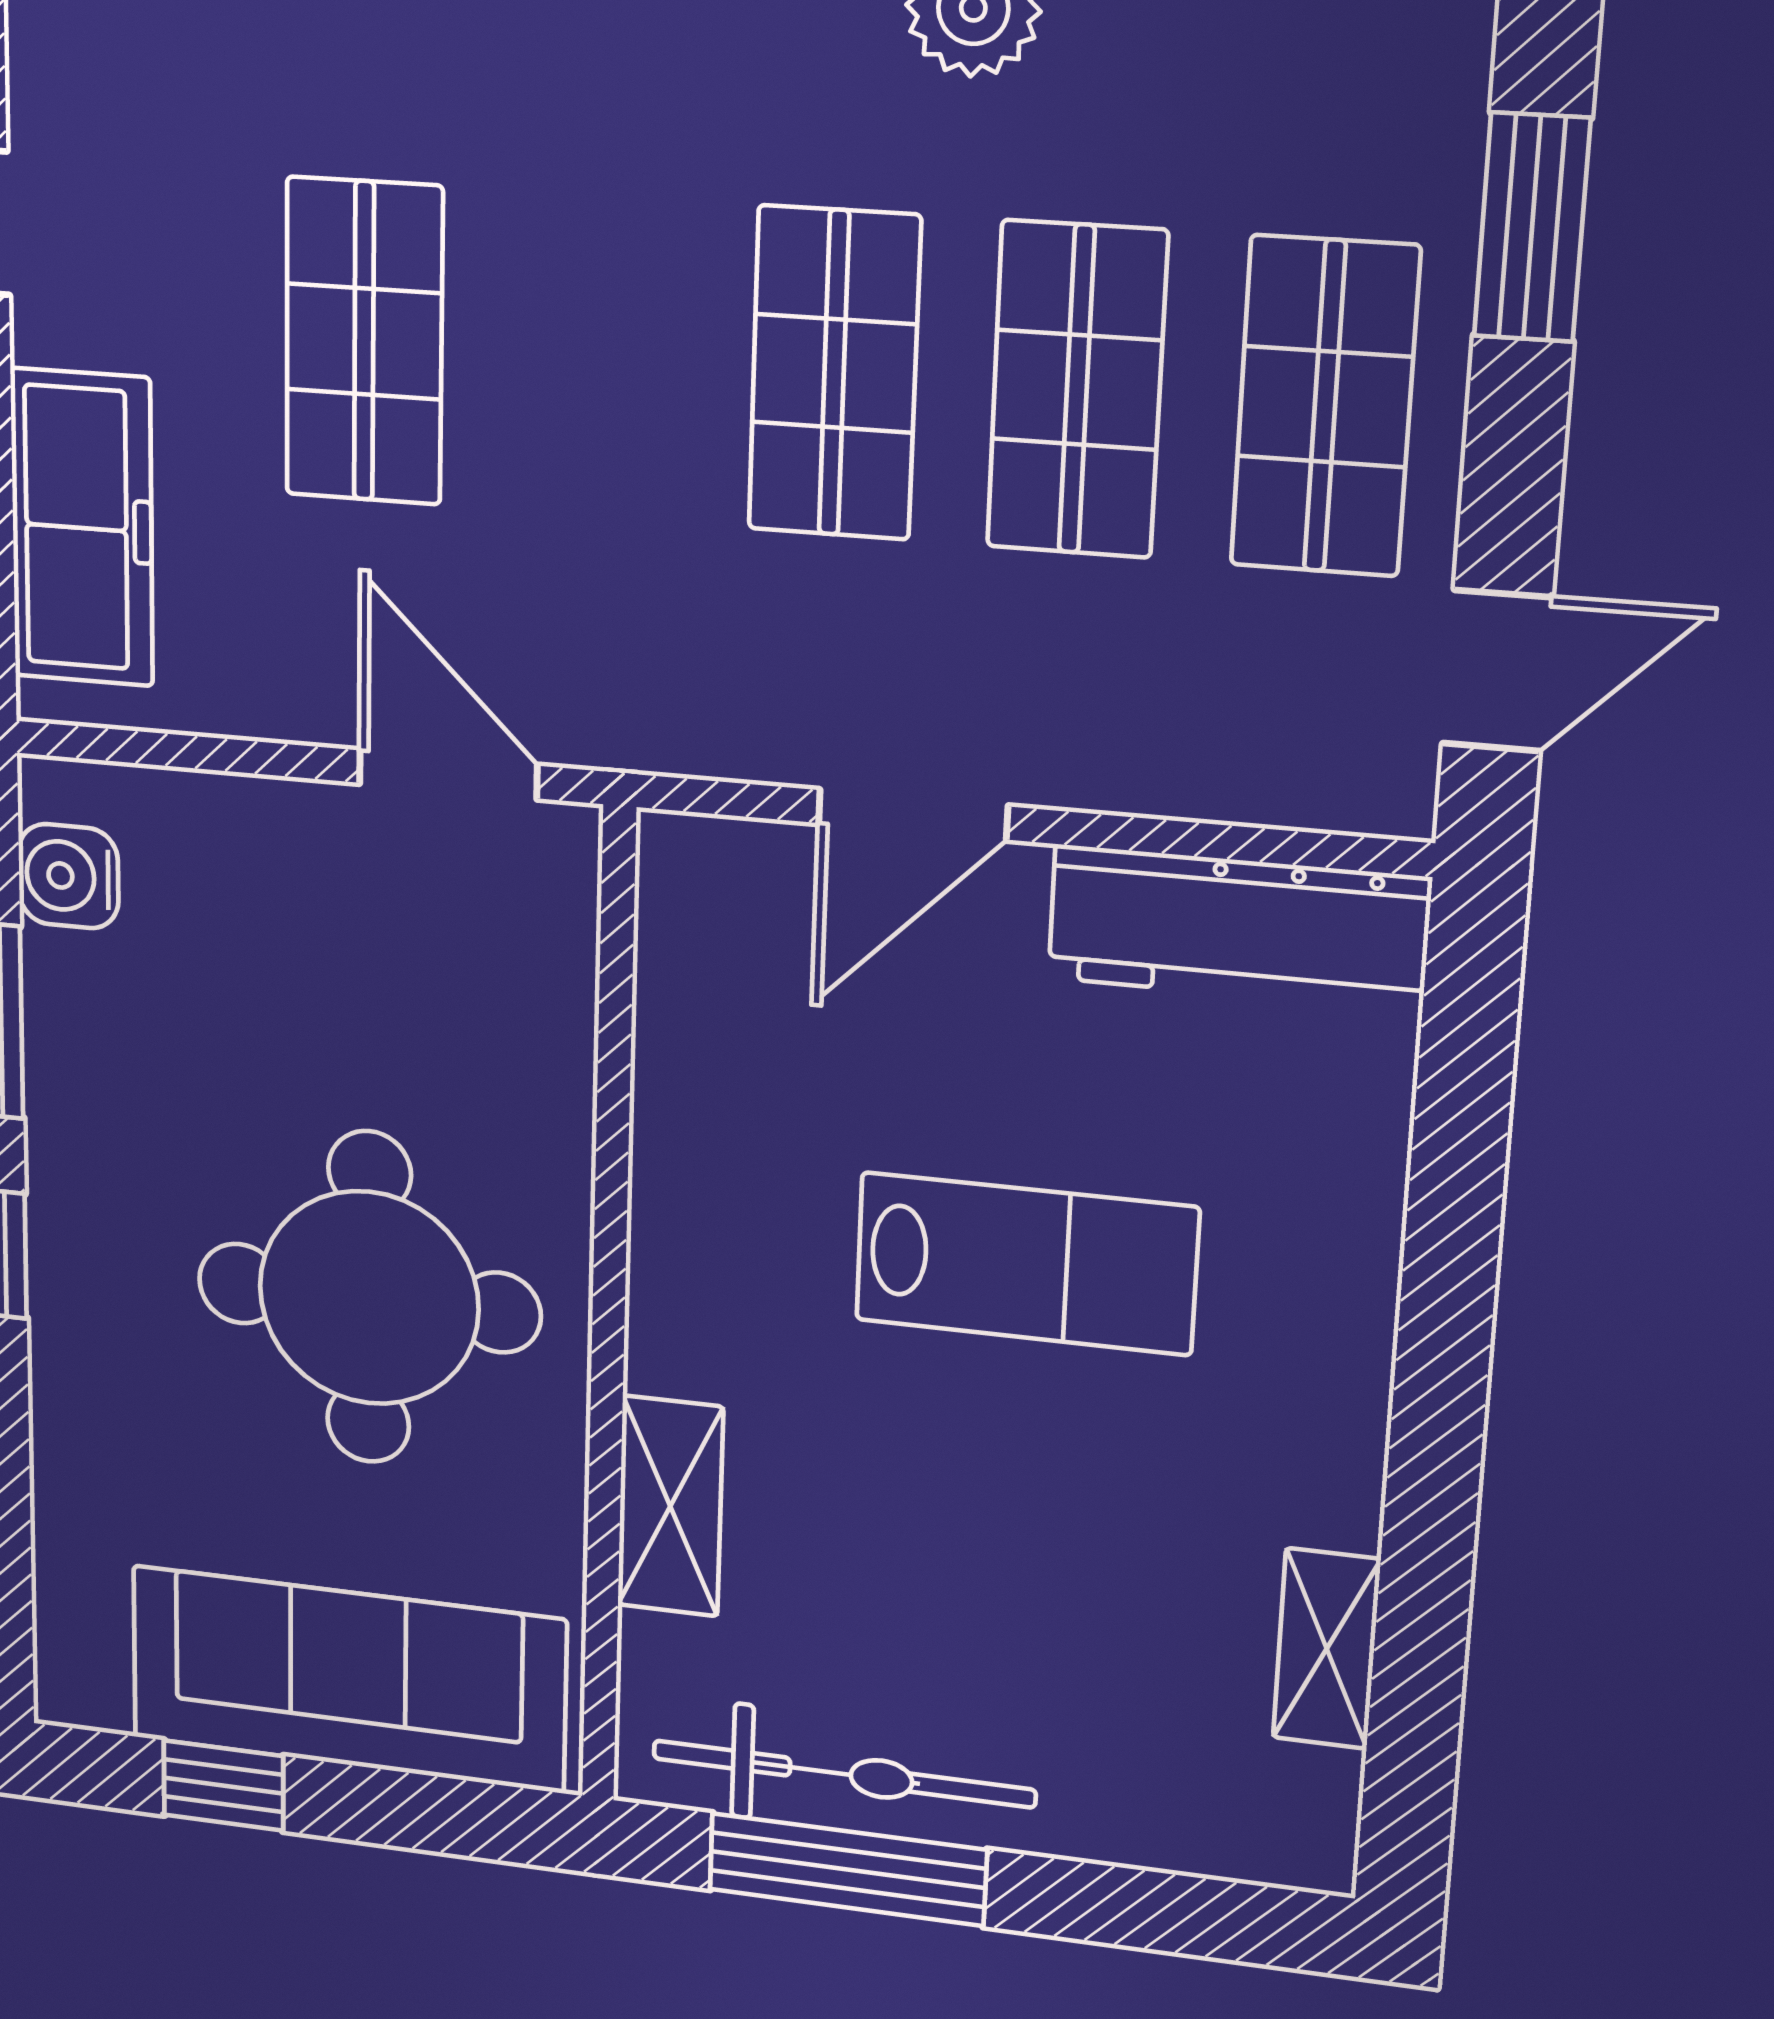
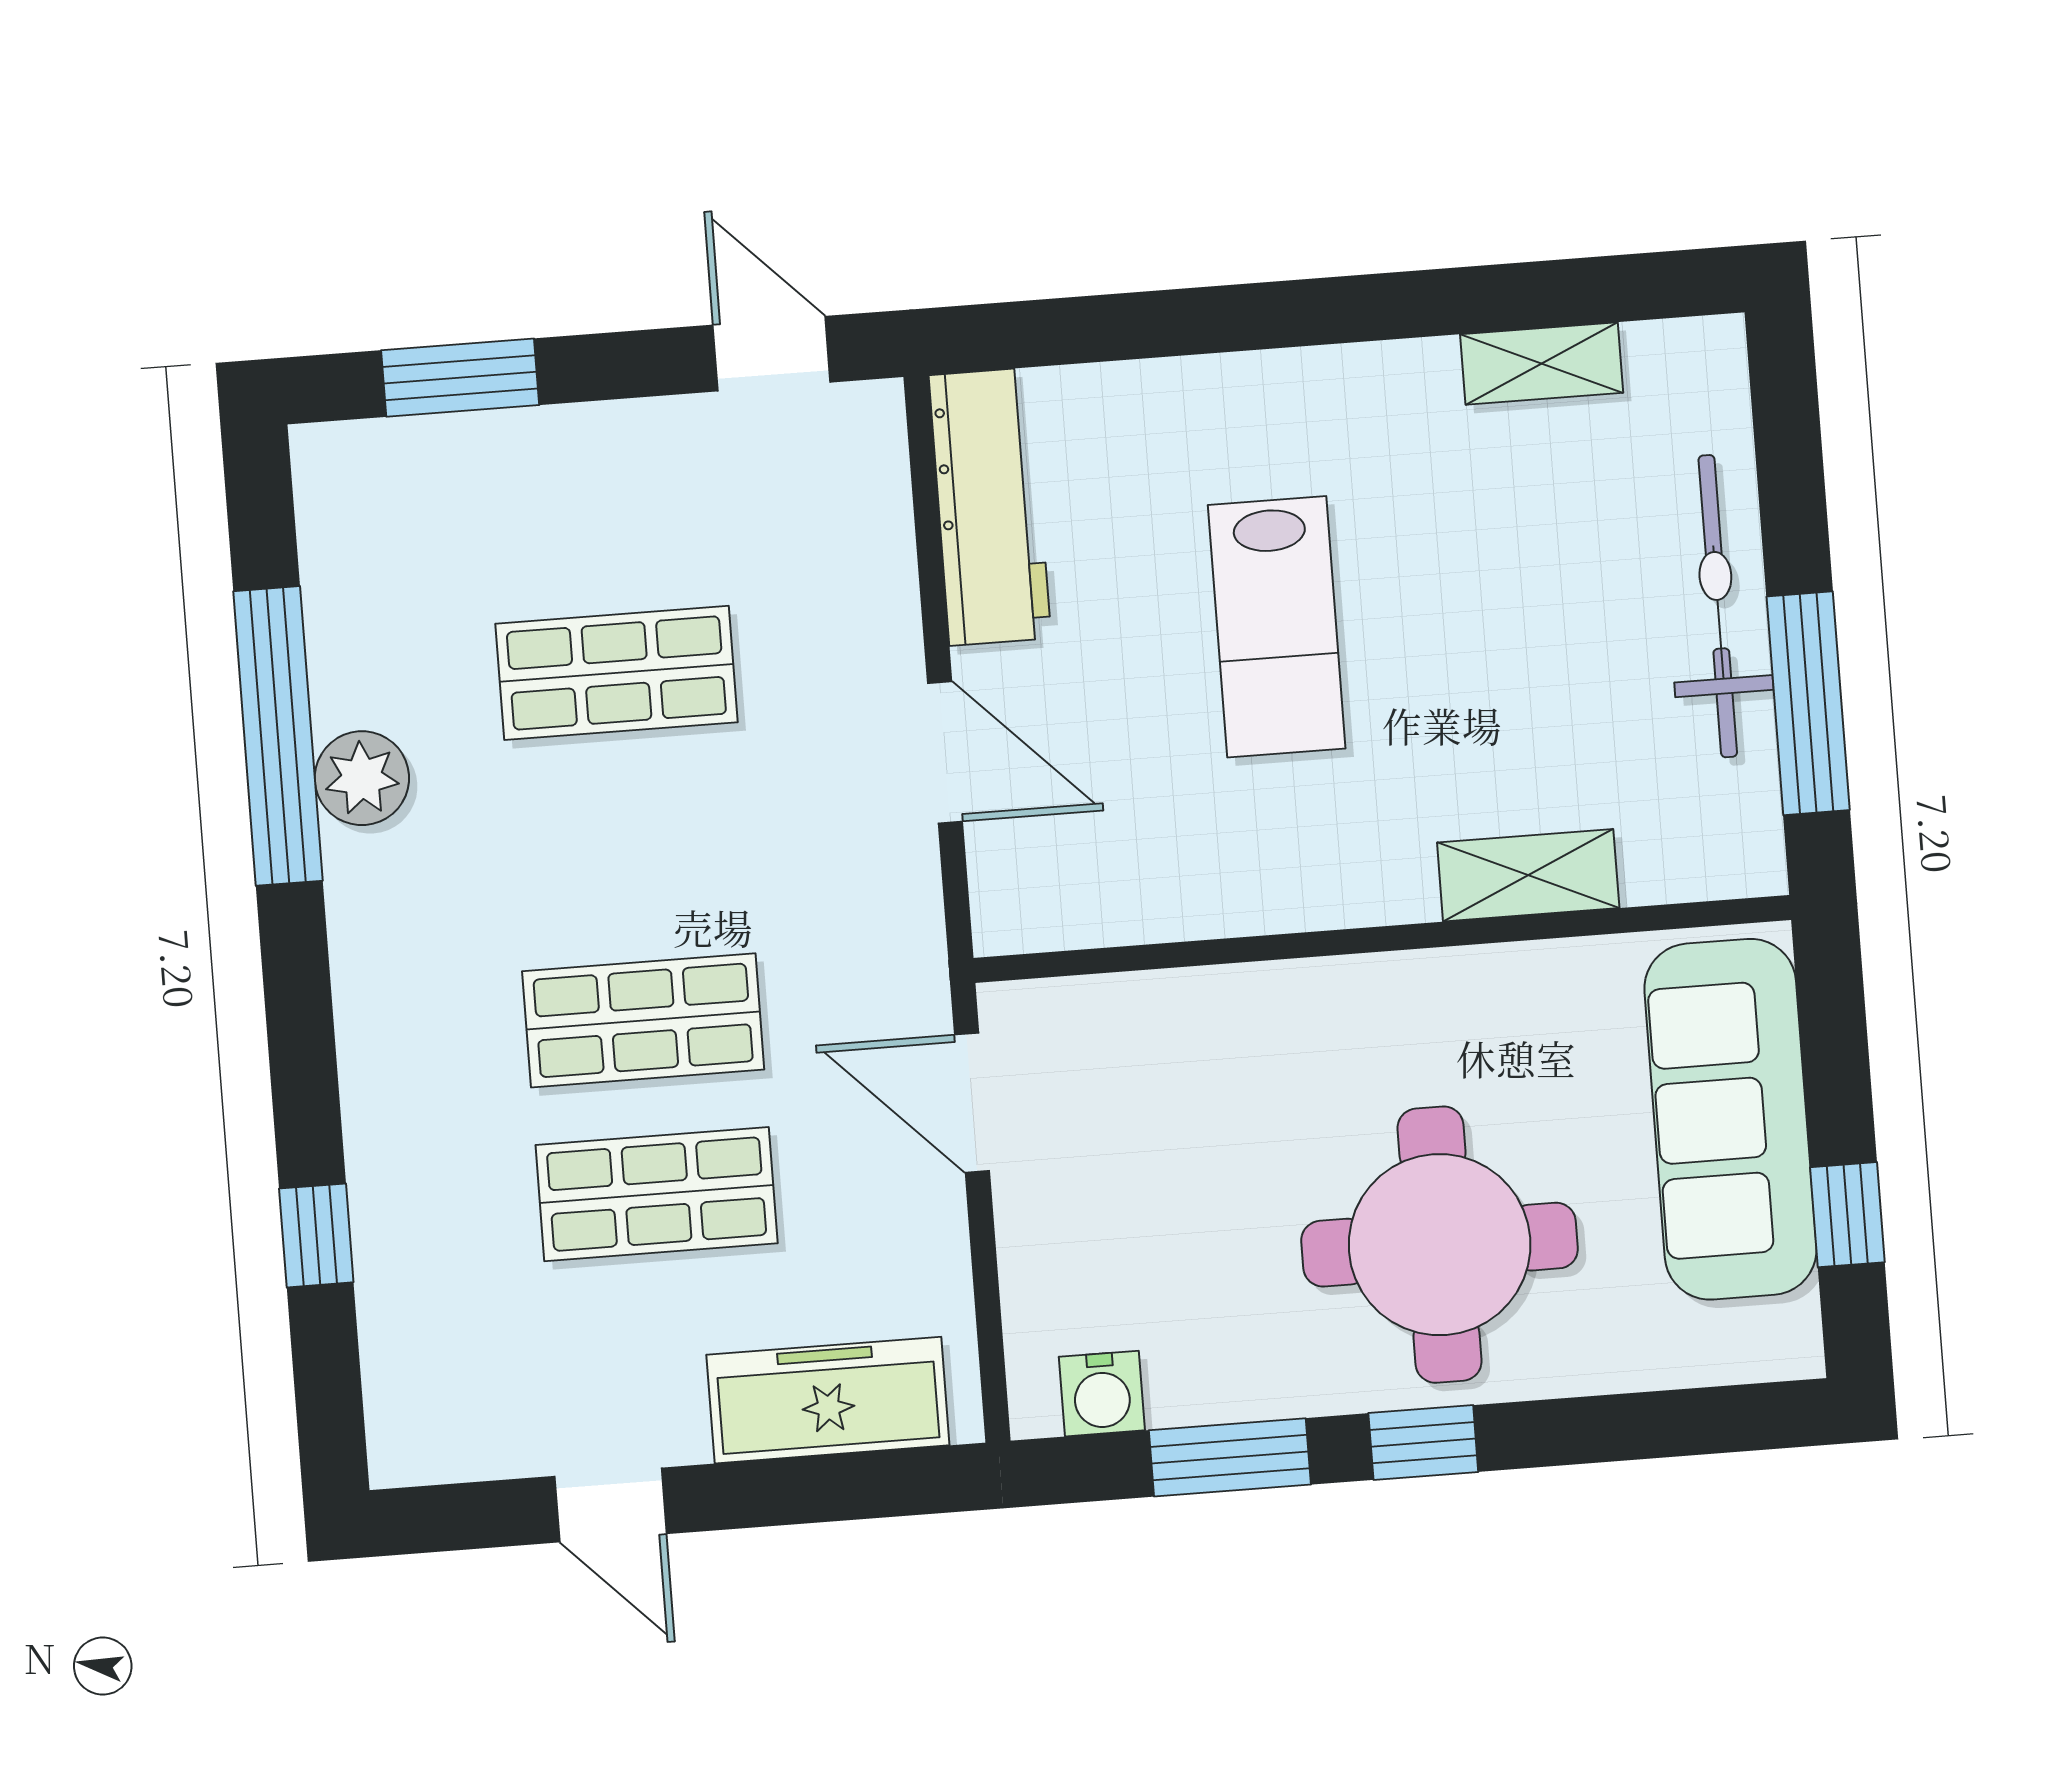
shop shelf: (834, 373) -> (643, 1020), moved
shop shelf: (1325, 407) -> (603, 499), removed
door: (448, 774) -> (972, 1103), hinge flipped
lab bench: (1026, 1264) -> (1277, 627), turned 180
round table: (369, 1298) -> (1440, 1245), moved
bicycle: (843, 1774) -> (1718, 606), moved

